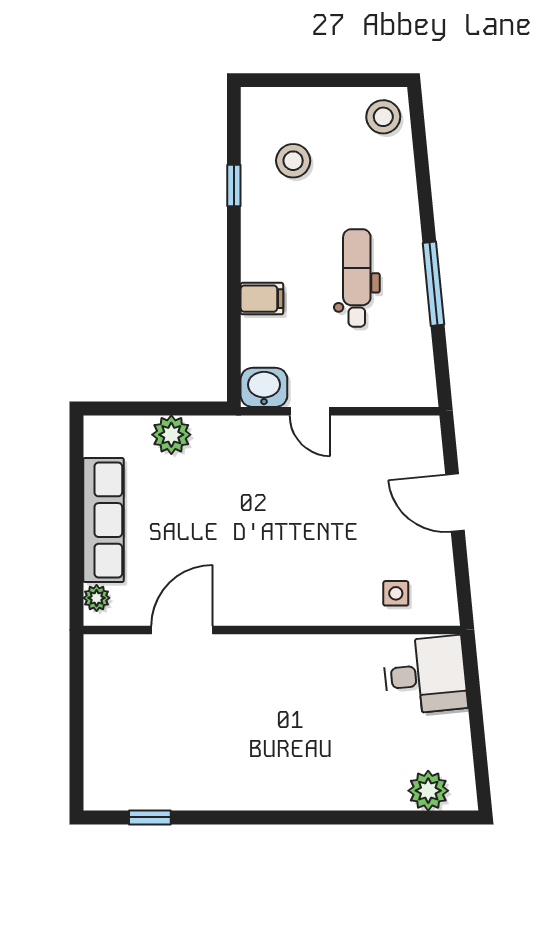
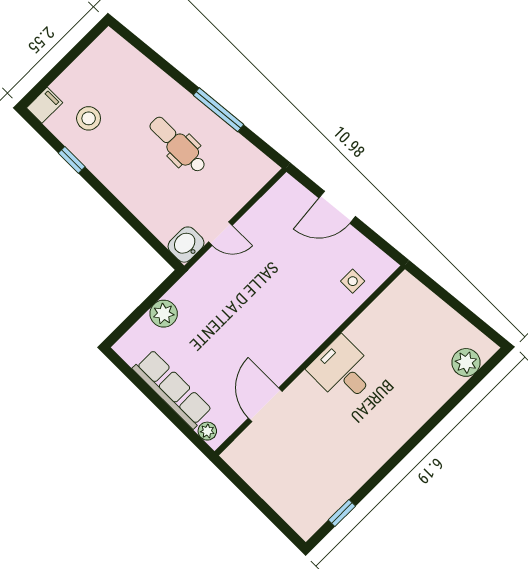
stool: (383, 117) -> (111, 52), removed
filing cabinet: (262, 299) -> (45, 105), moved
desk: (425, 675) -> (343, 371), moved, turned -84

